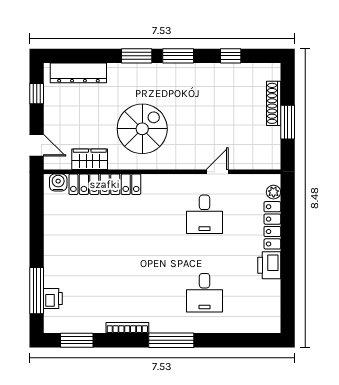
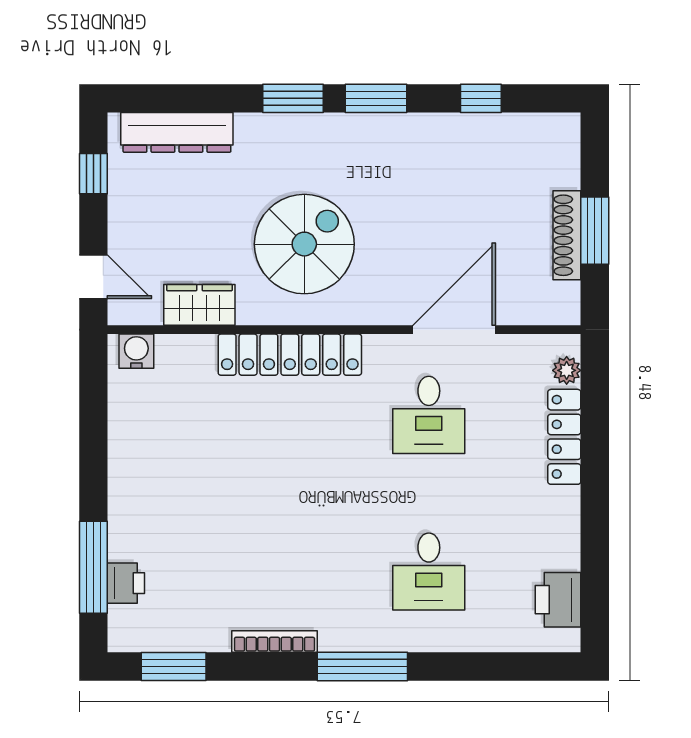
shoe rack: (274, 103) -> (567, 235), moved
door: (217, 172) -> (454, 330), width x1.88
locker: (105, 184) -> (290, 355), moved
printer: (269, 265) -> (558, 600), moved

